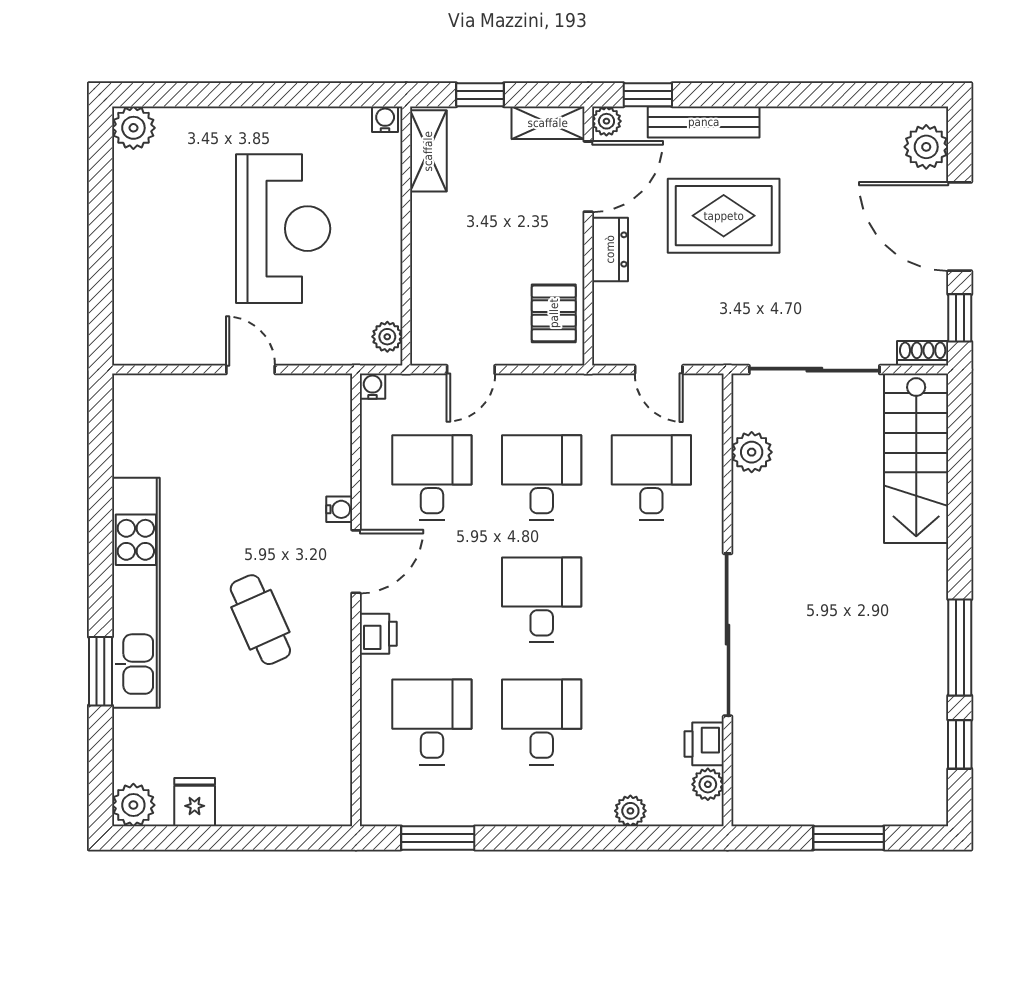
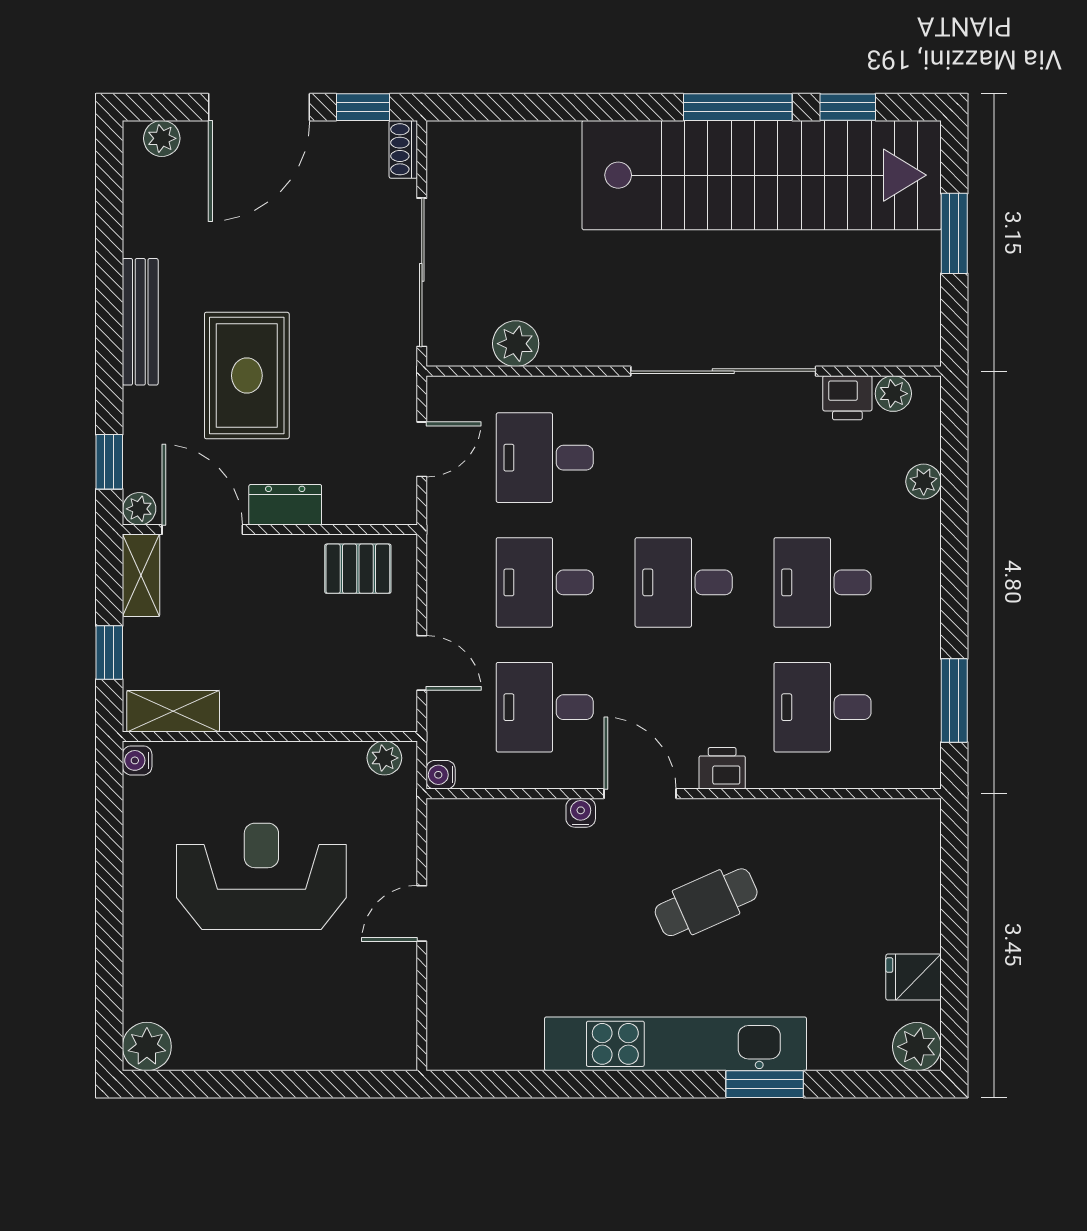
bench: (704, 122) -> (140, 322), moved
plant: (926, 147) -> (162, 138), width x0.73, depth x0.73
stairs: (916, 458) -> (762, 175), moved, width x1.86, depth x1.51

